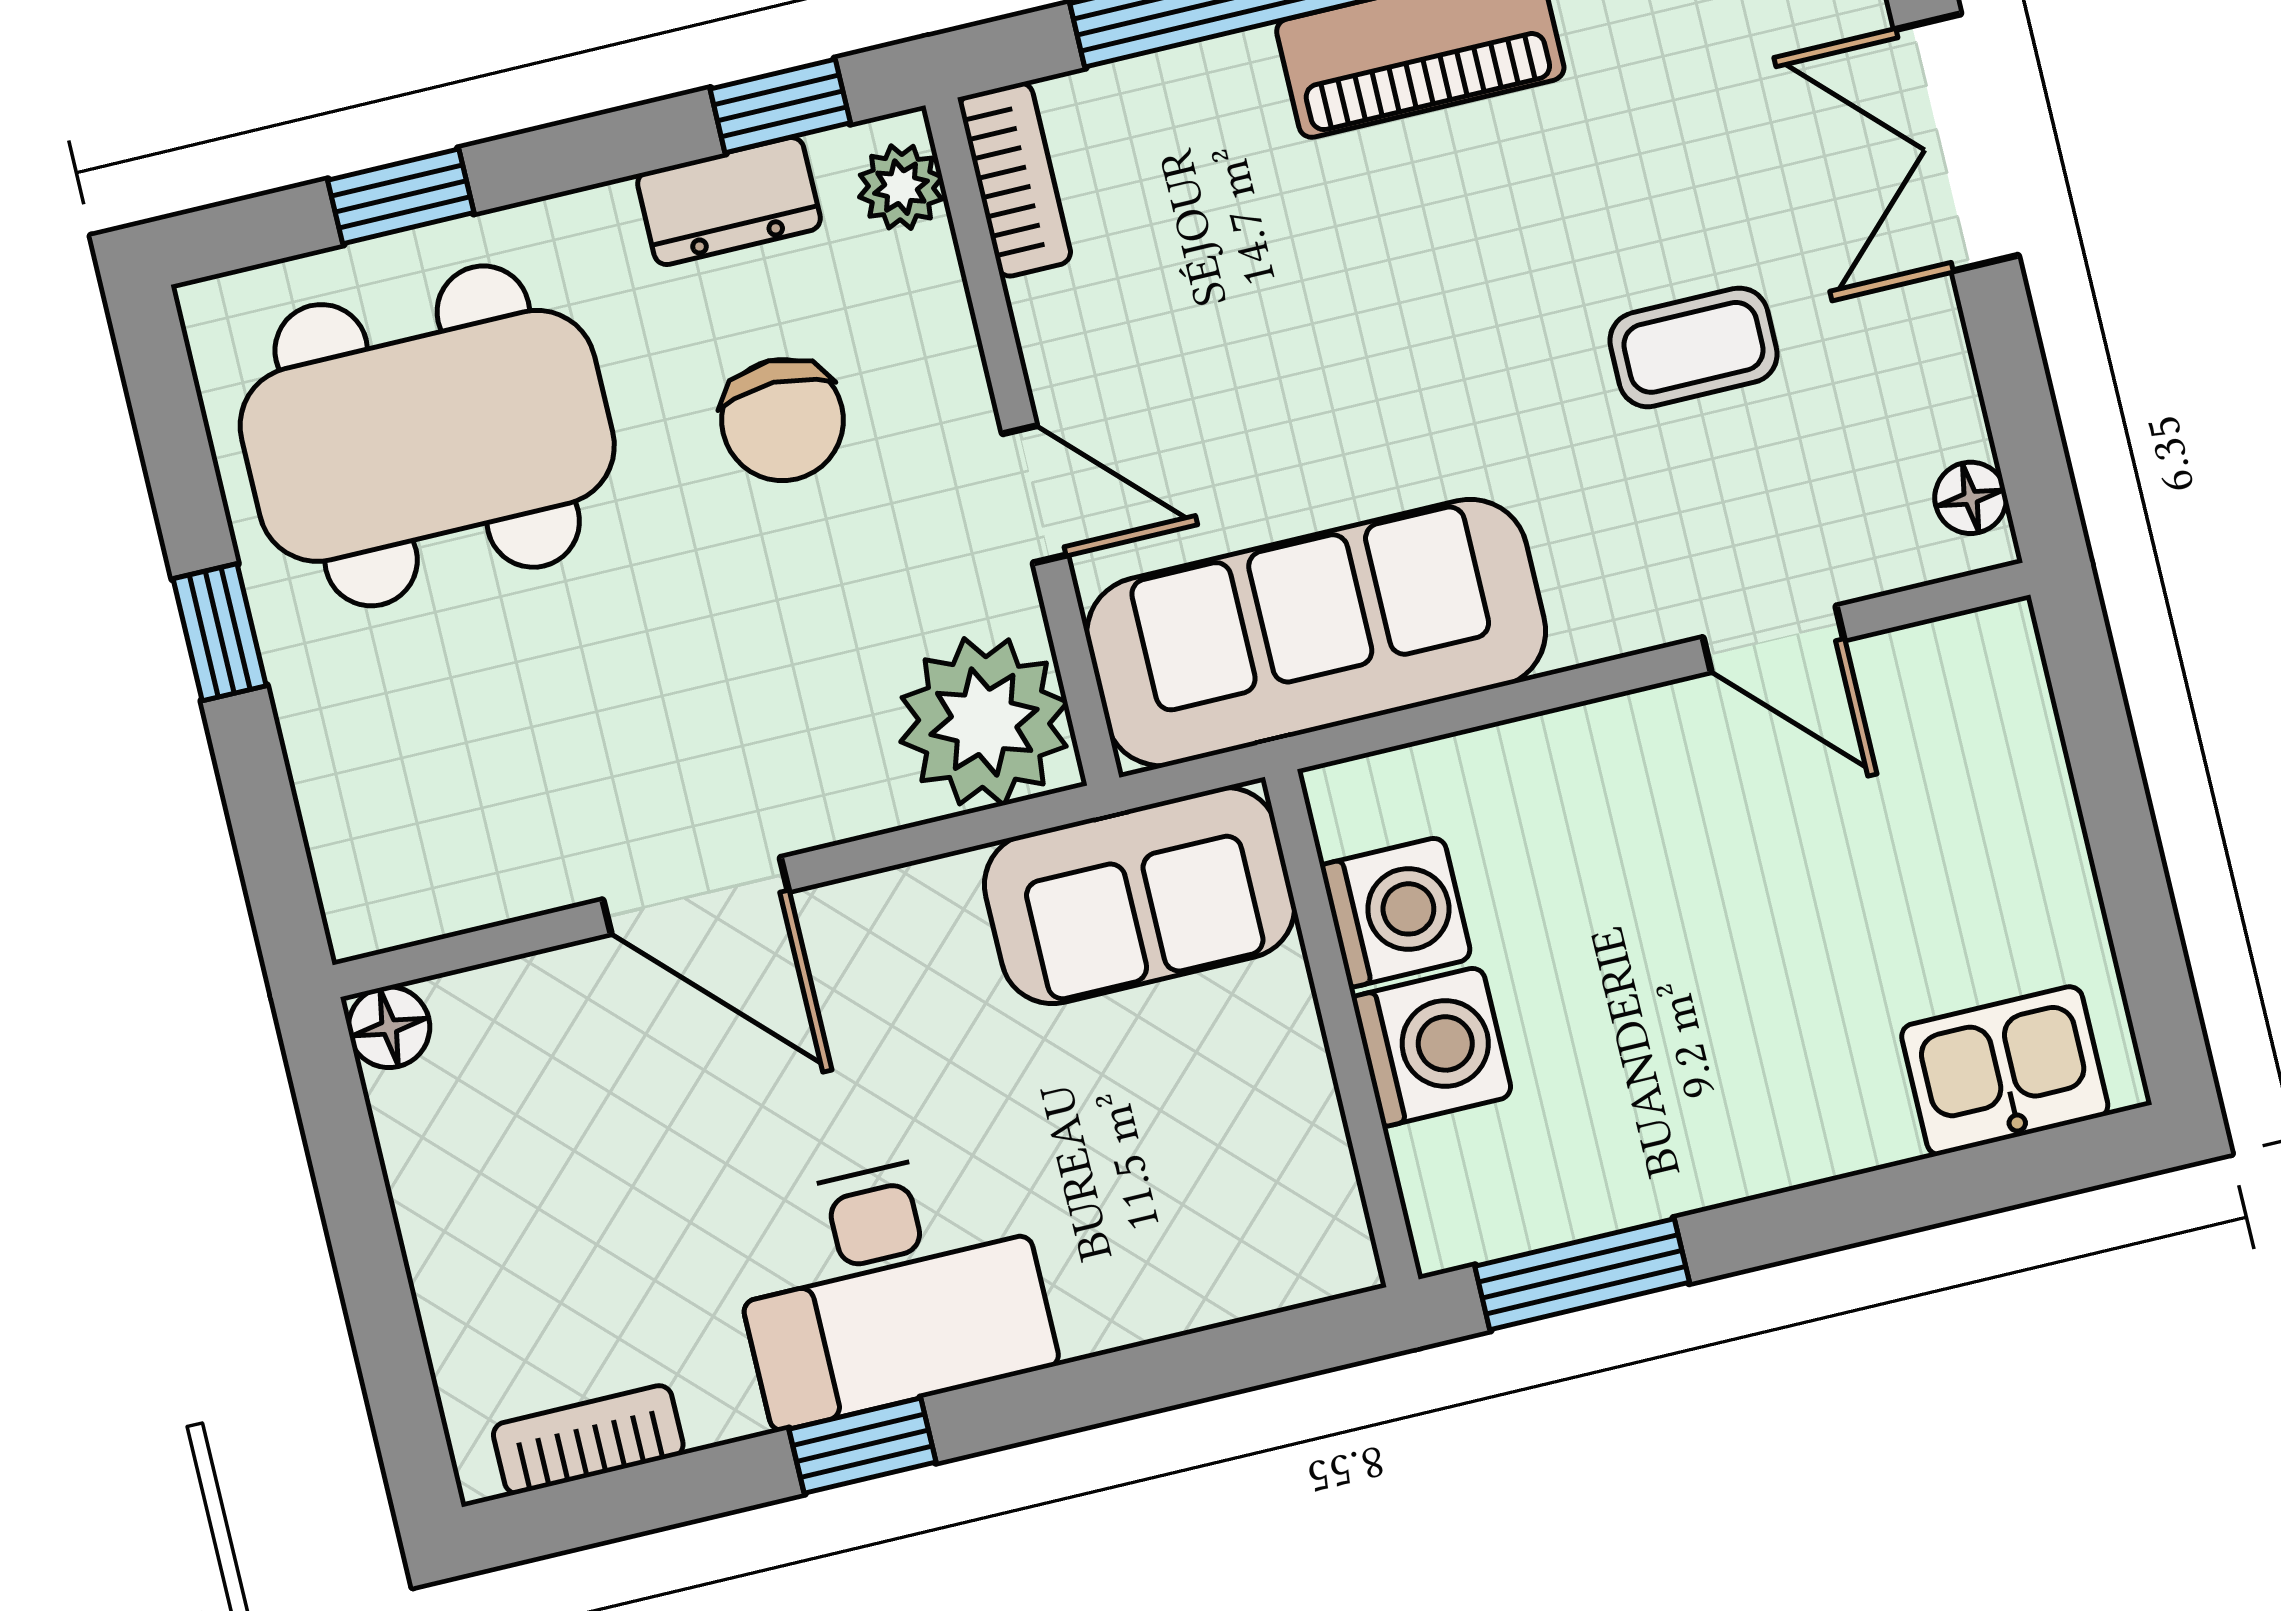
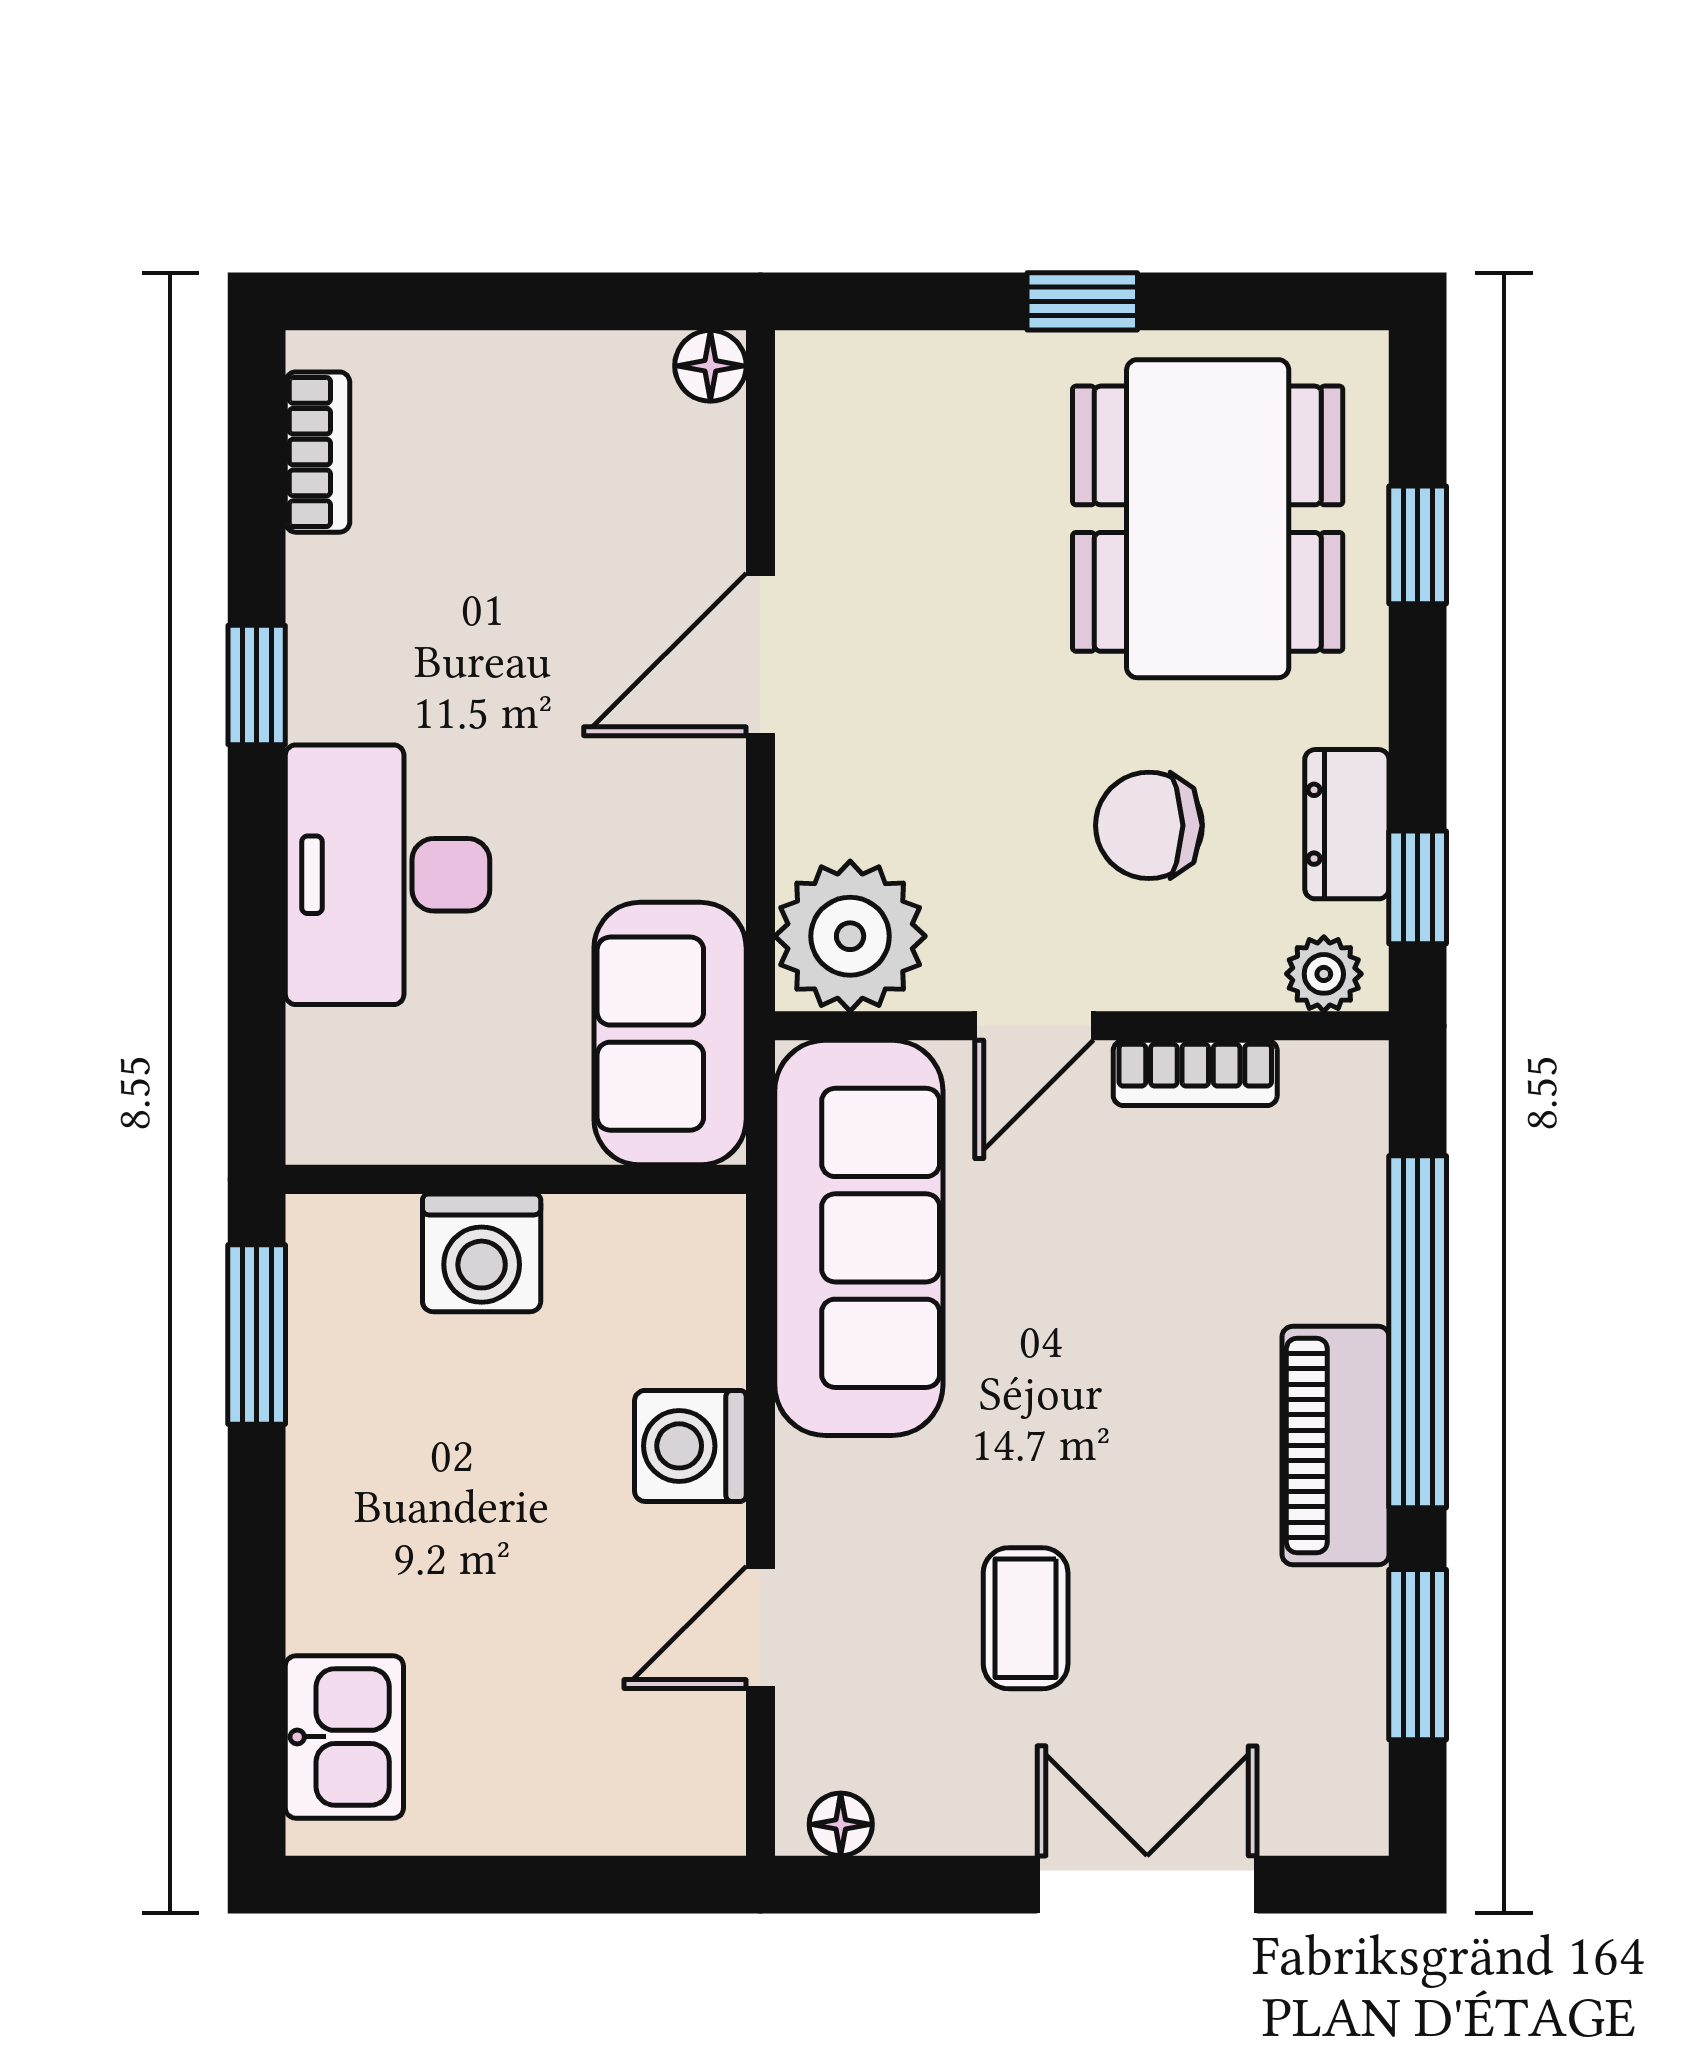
bookcase: (1015, 180) -> (1195, 1073), moved
washing machine: (1396, 912) -> (690, 1446), moved, turned 90
desk: (890, 1286) -> (388, 875), moved

